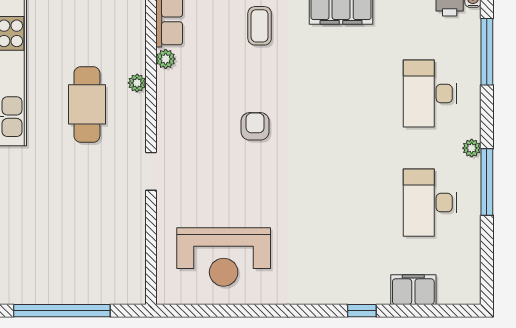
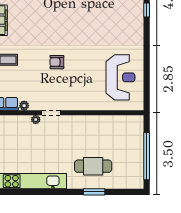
cafe table: (87, 104) -> (93, 166), moved
doorway: (151, 171) -> (51, 113), moved

